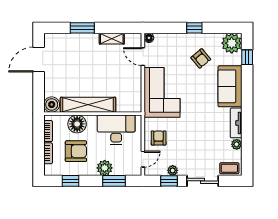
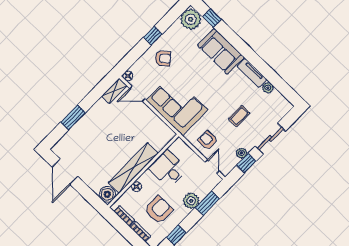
shelving: (112, 39) -> (114, 91), moved
armchair: (201, 58) -> (163, 58), moved
floor lamp: (77, 124) -> (136, 187), width x0.53, depth x0.53
desk: (116, 130) -> (168, 169), width x0.73
coffee table: (229, 168) -> (239, 116), moved

